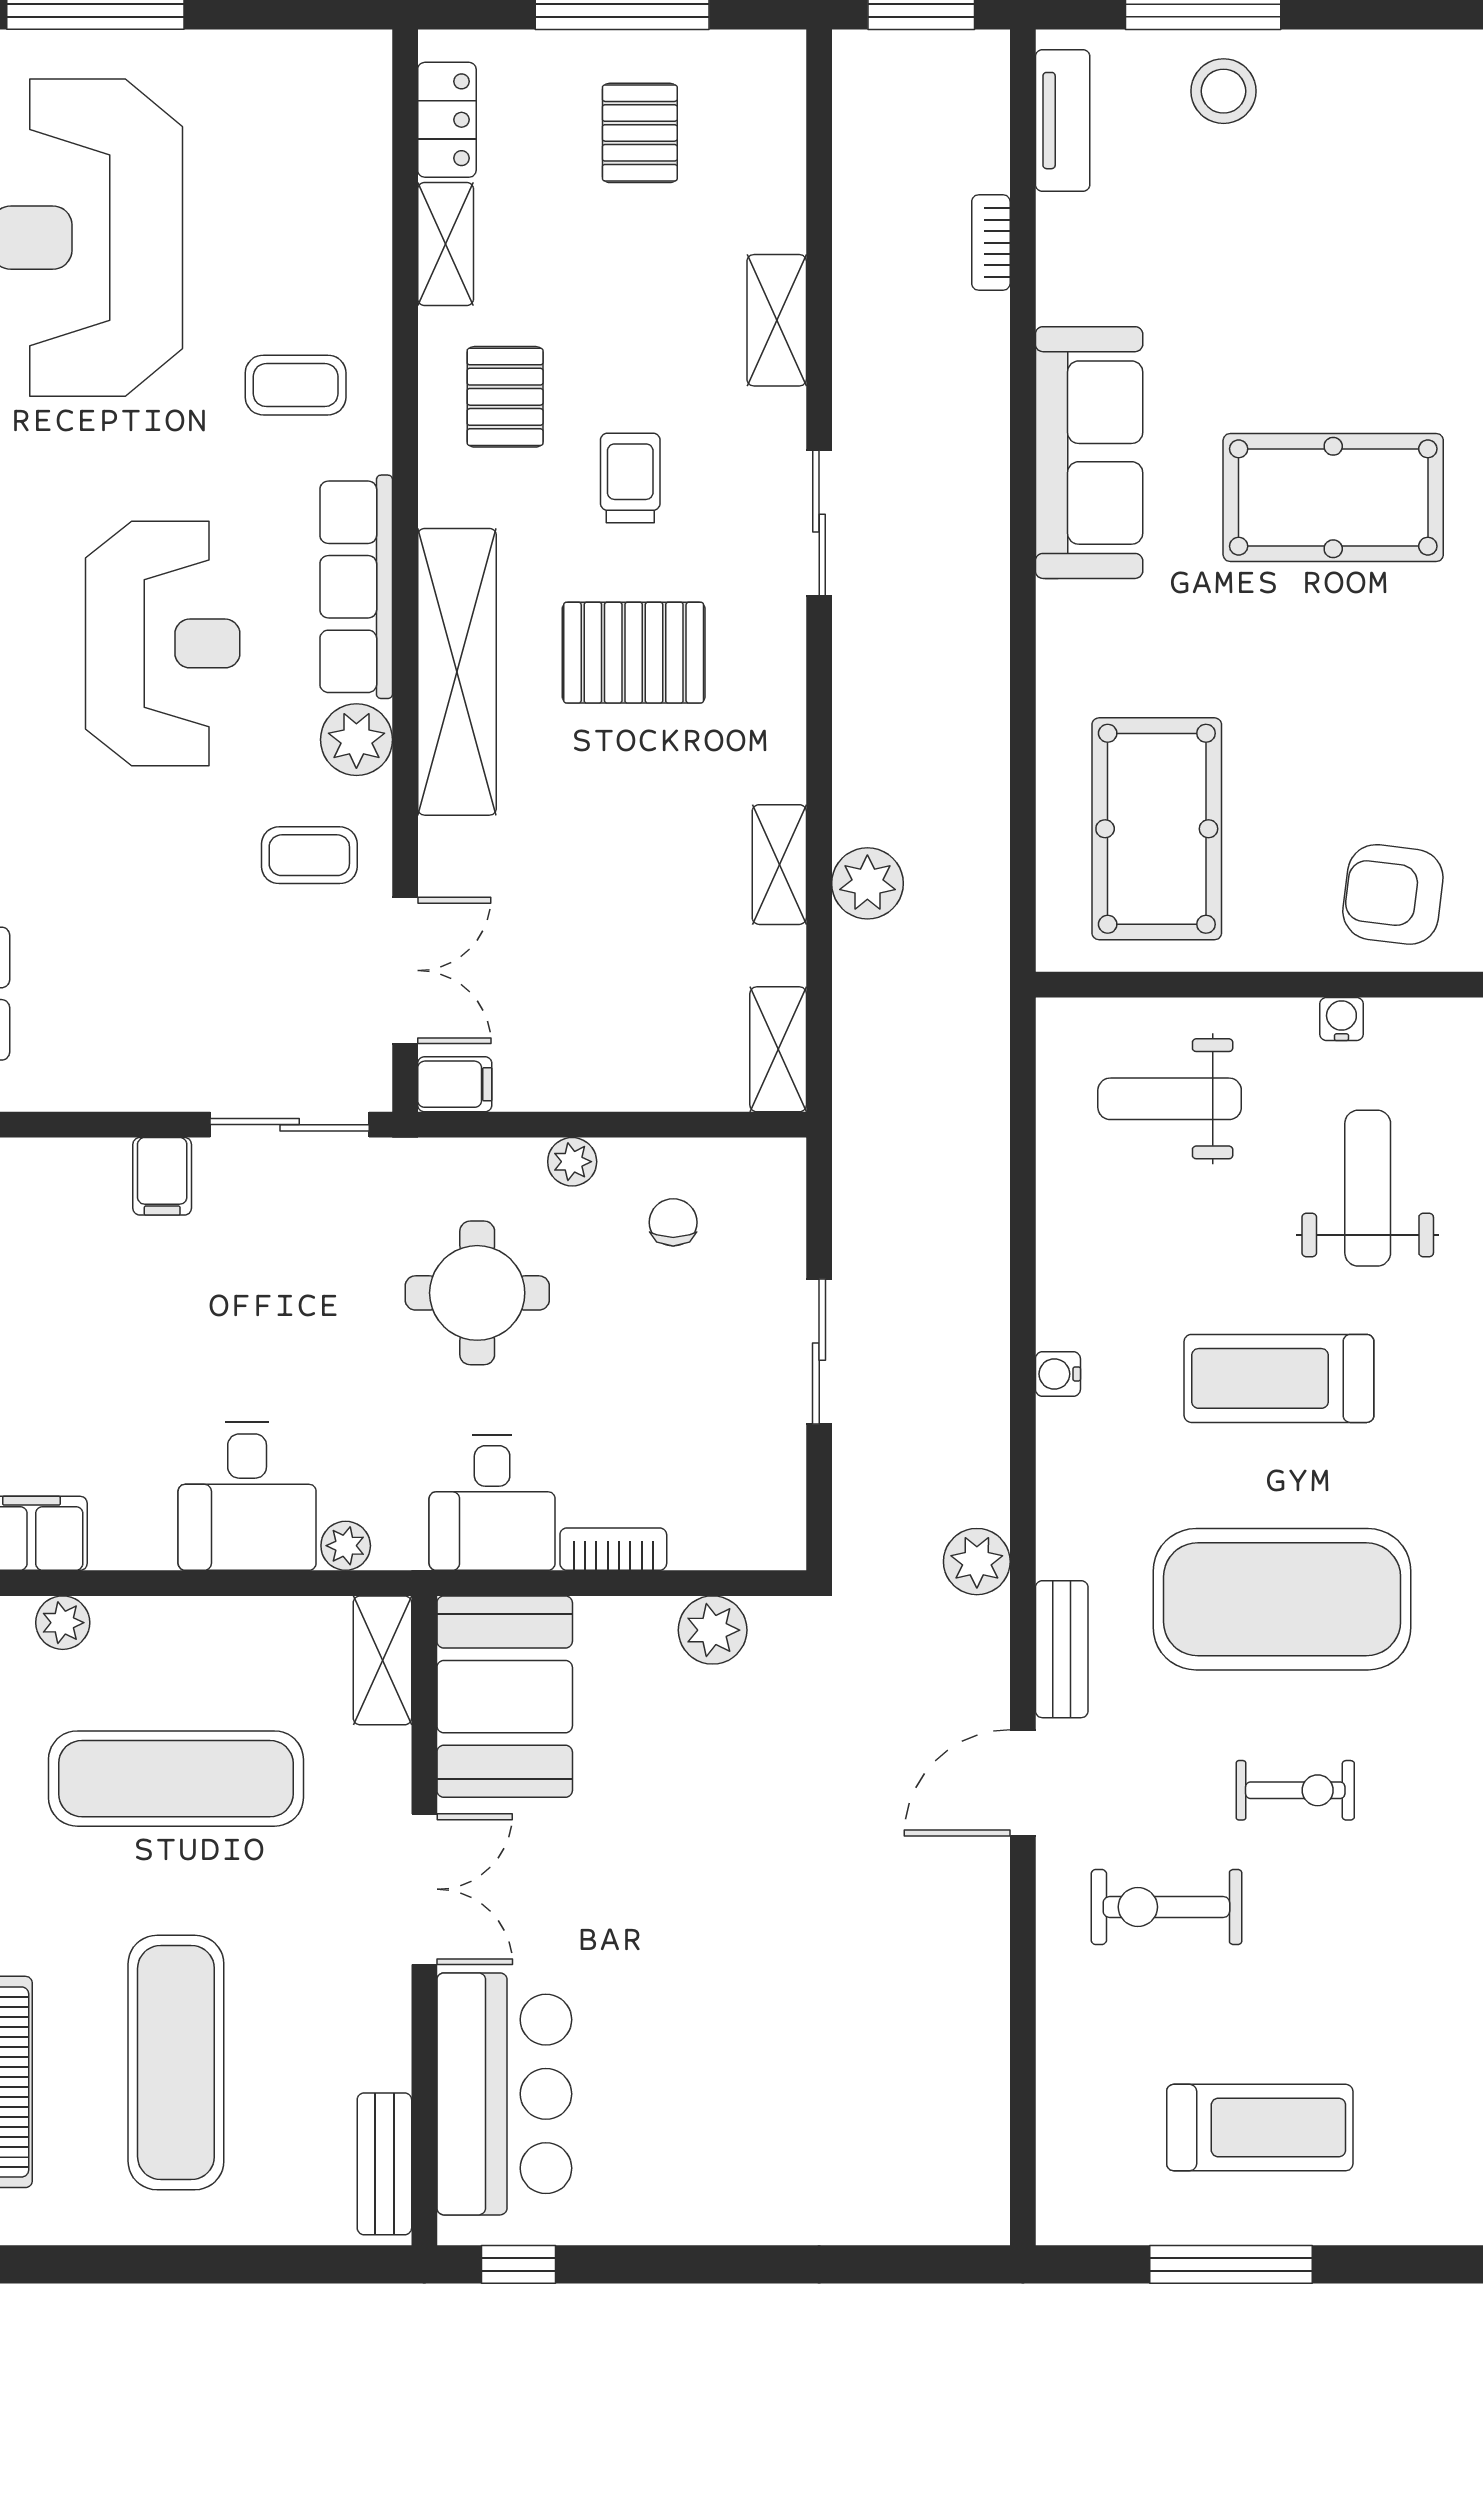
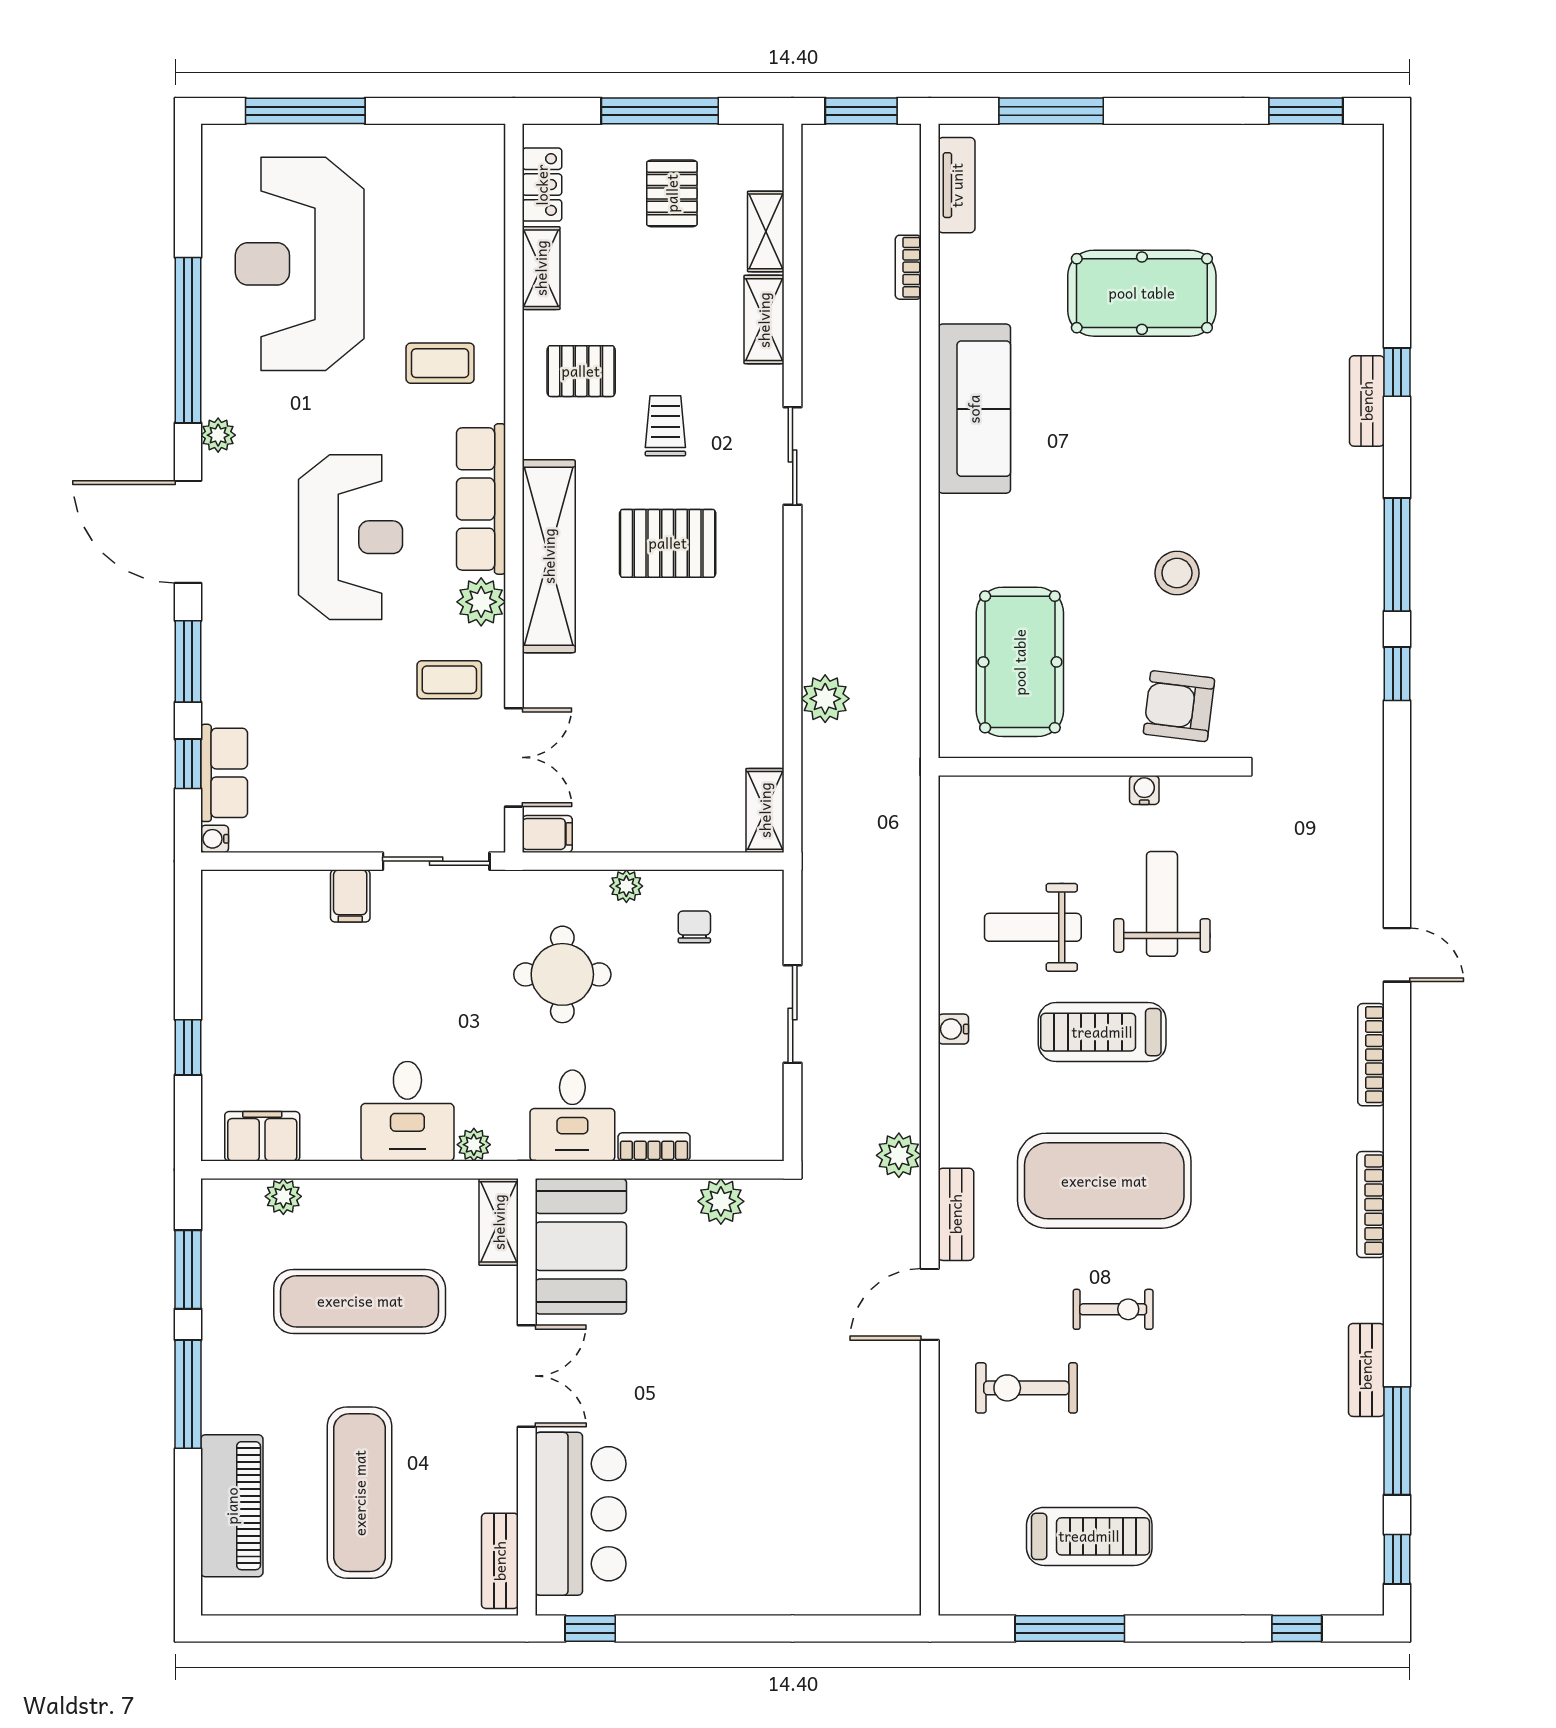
stool: (1224, 91) -> (1177, 573), moved
pallet: (505, 397) -> (581, 371), turned 90
pool table: (1333, 498) -> (1142, 293), moved
shelving: (779, 865) -> (766, 231), moved
weight bench: (1170, 1099) -> (1033, 927), moved

